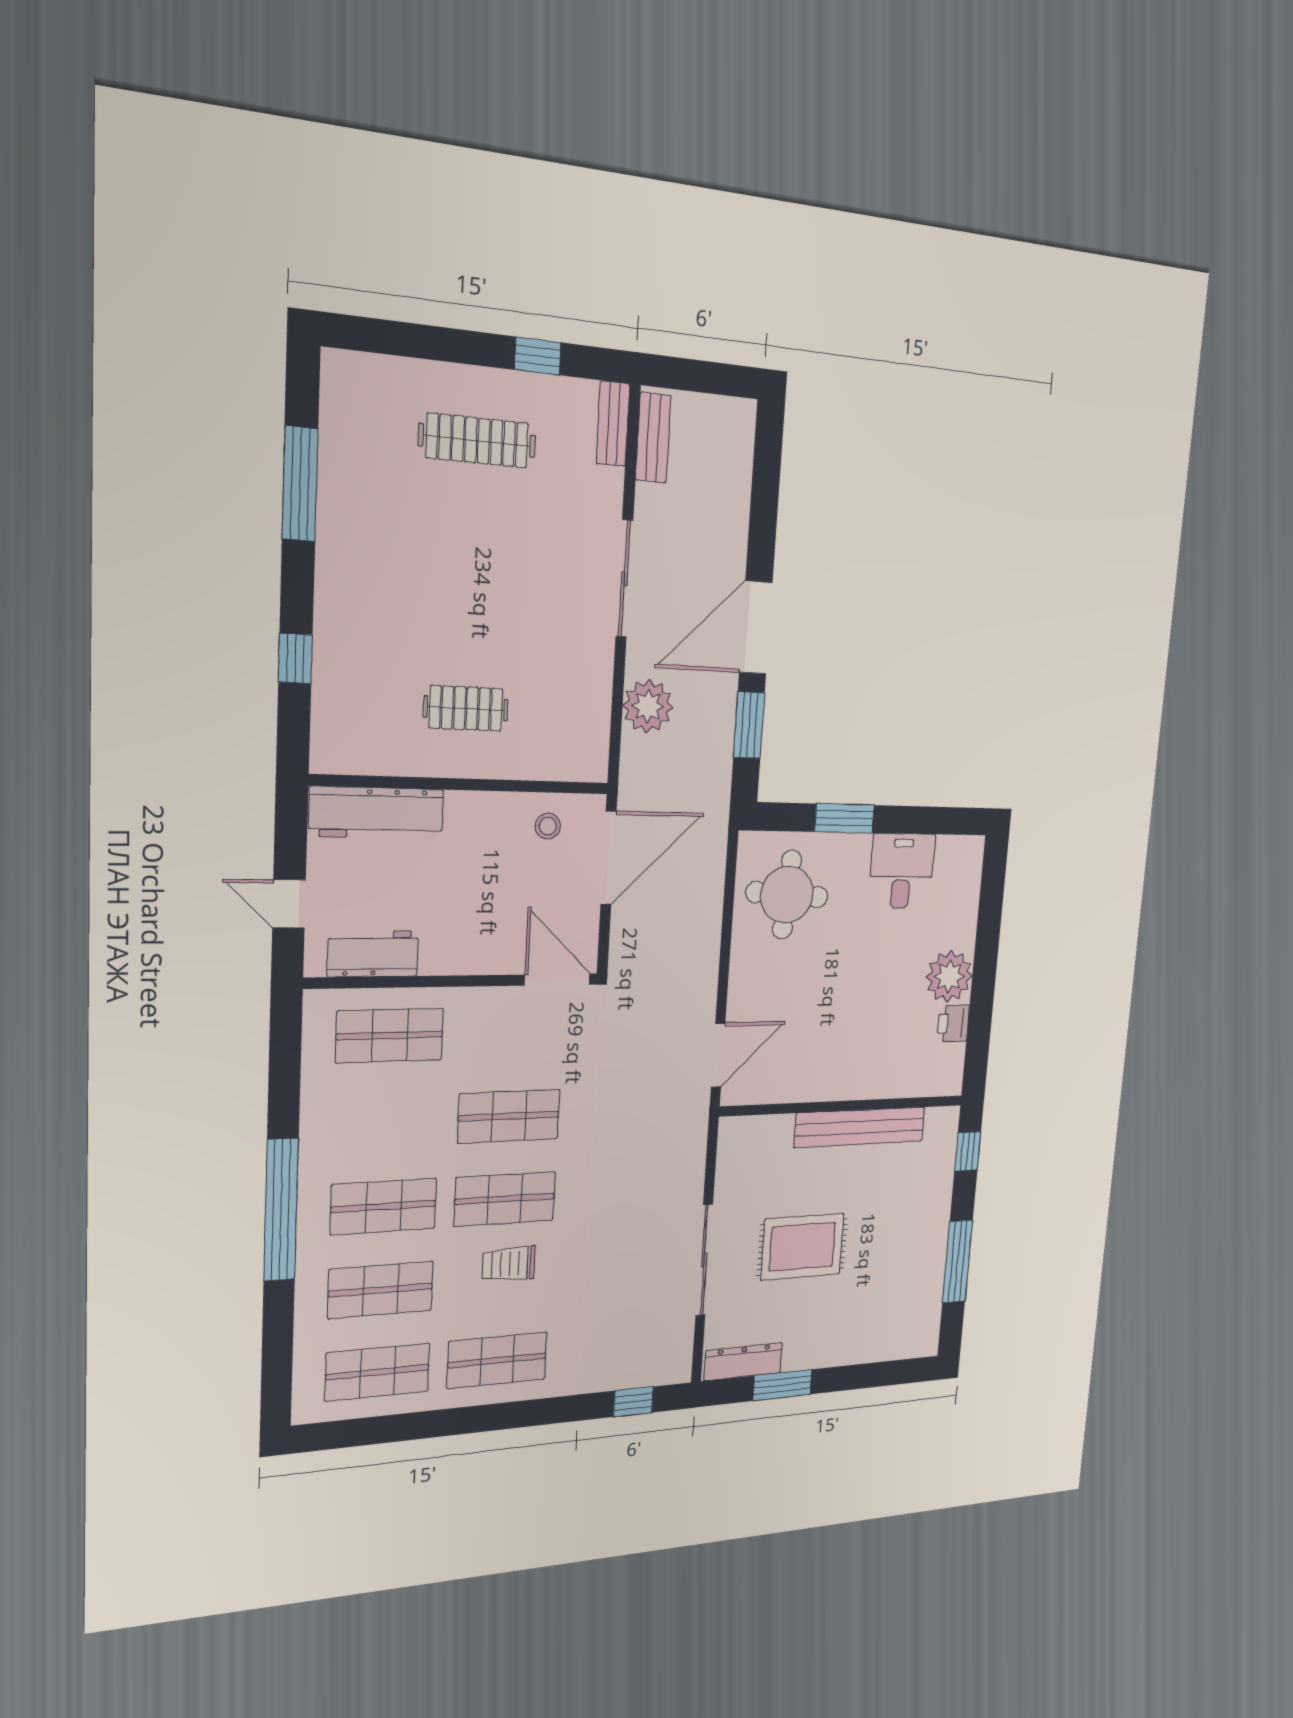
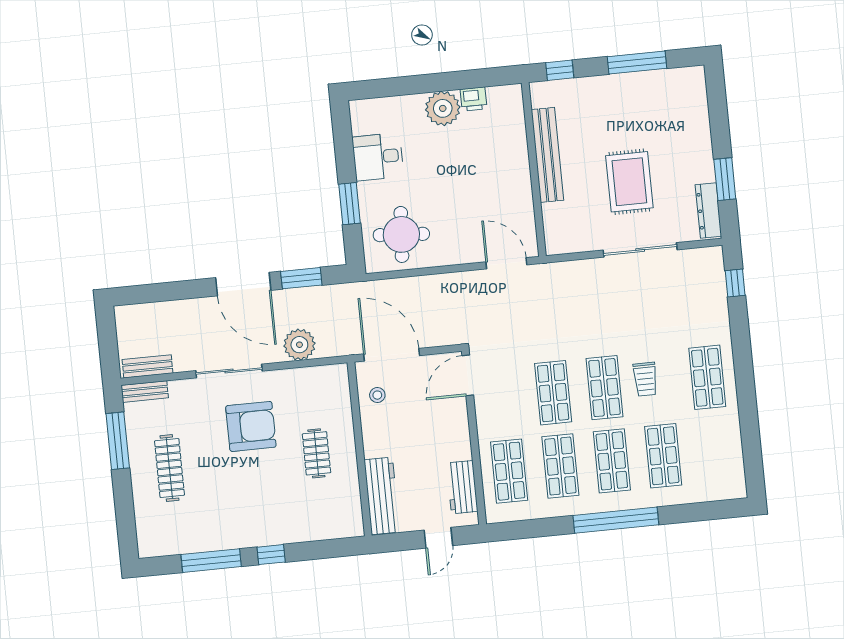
window: (538, 356) -> (118, 441), width x2.17
armchair: (528, 601) -> (251, 426), added
window: (295, 658) -> (271, 555), moved
shop shelf: (378, 1372) -> (560, 466), moved

